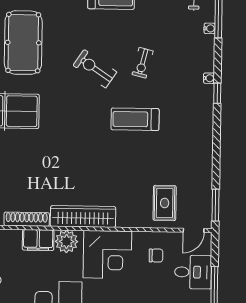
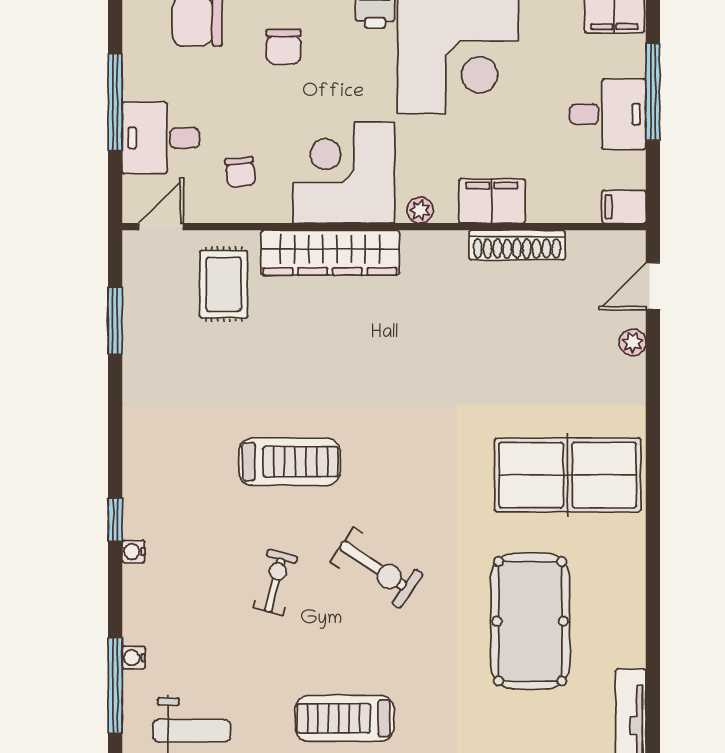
window: (215, 205) -> (115, 321), moved
wardrobe: (83, 216) -> (330, 253), moved
plant: (67, 242) -> (420, 210), width x0.53, depth x0.53
chair: (156, 255) -> (240, 172), turned -96

